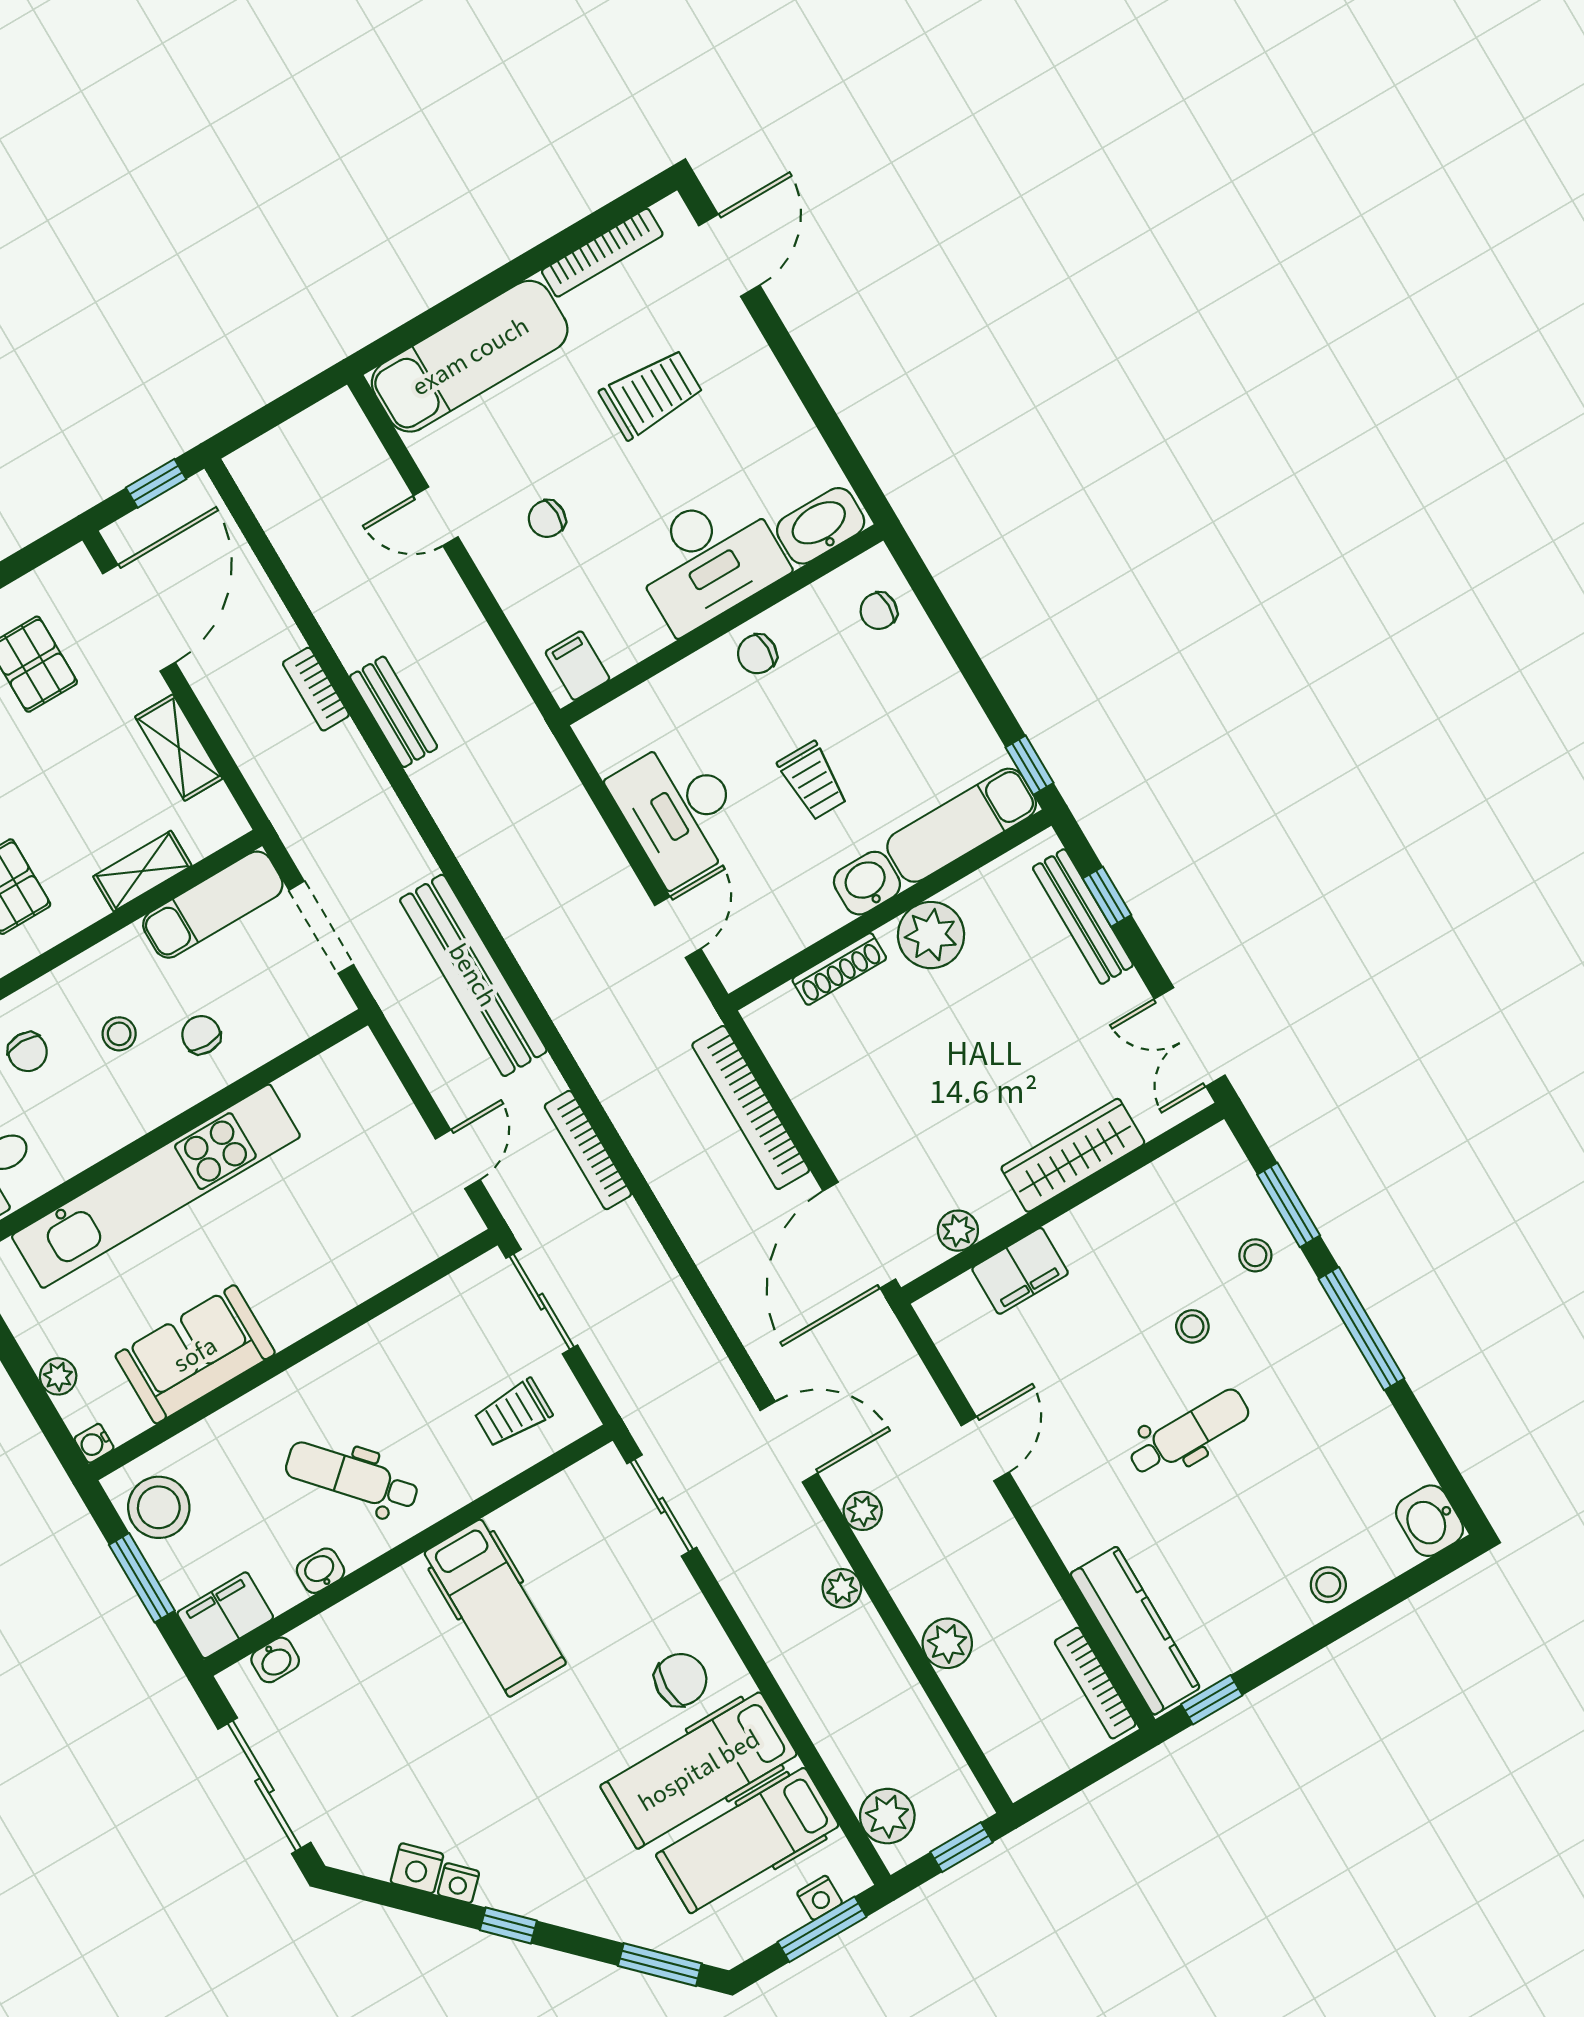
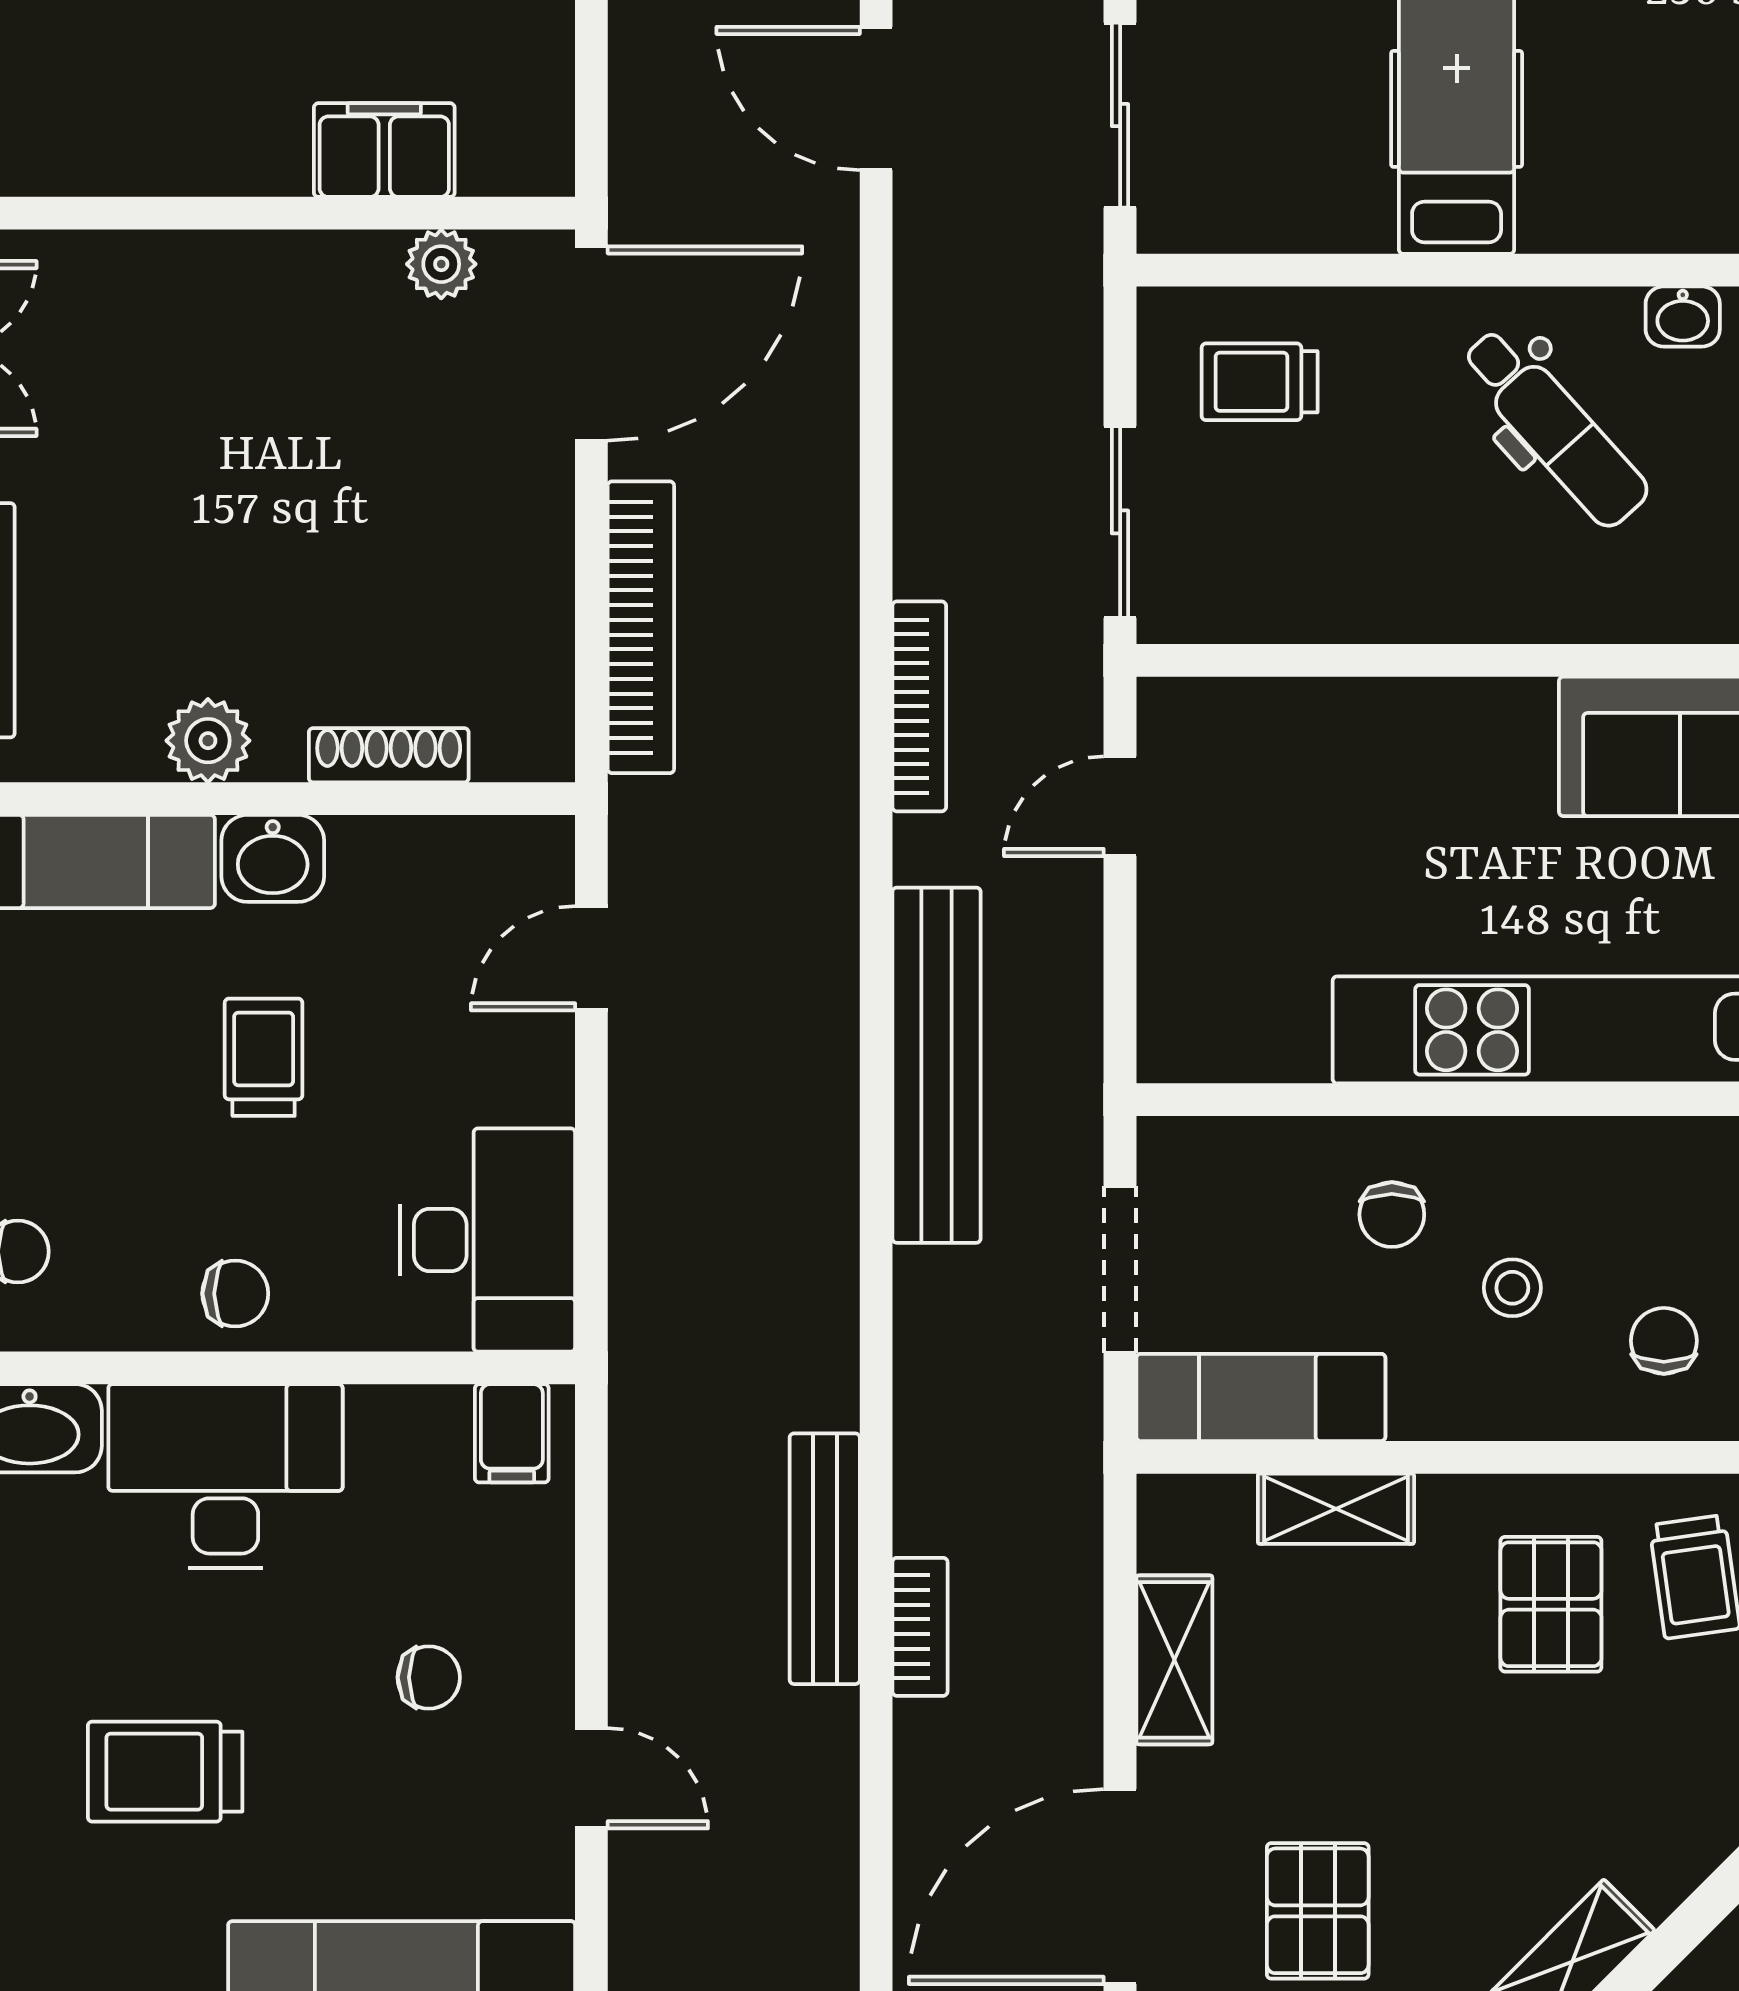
bench: (394, 712) -> (825, 1559), width x1.36
desk: (679, 811) -> (488, 1240), moved
plant: (931, 935) -> (208, 741), width x0.73, depth x0.73
wardrobe: (1073, 1155) -> (205, 275), removed
trolley: (513, 1413) -> (1260, 382), turned 180

